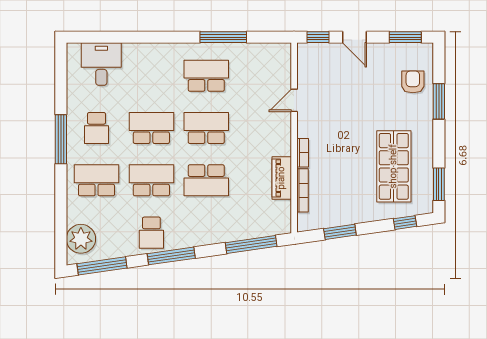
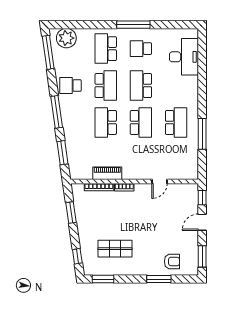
desk: (101, 64) -> (184, 57), width x1.37
door: (294, 100) -> (160, 182), swing flipped
school desk: (151, 128) -> (141, 86), turned 180
shop shelf: (394, 166) -> (115, 249), width x0.70, depth x0.74
school desk: (97, 180) -> (106, 49), turned 180
window: (251, 245) -> (62, 153), width x0.69
window: (171, 256) -> (57, 112), moved

